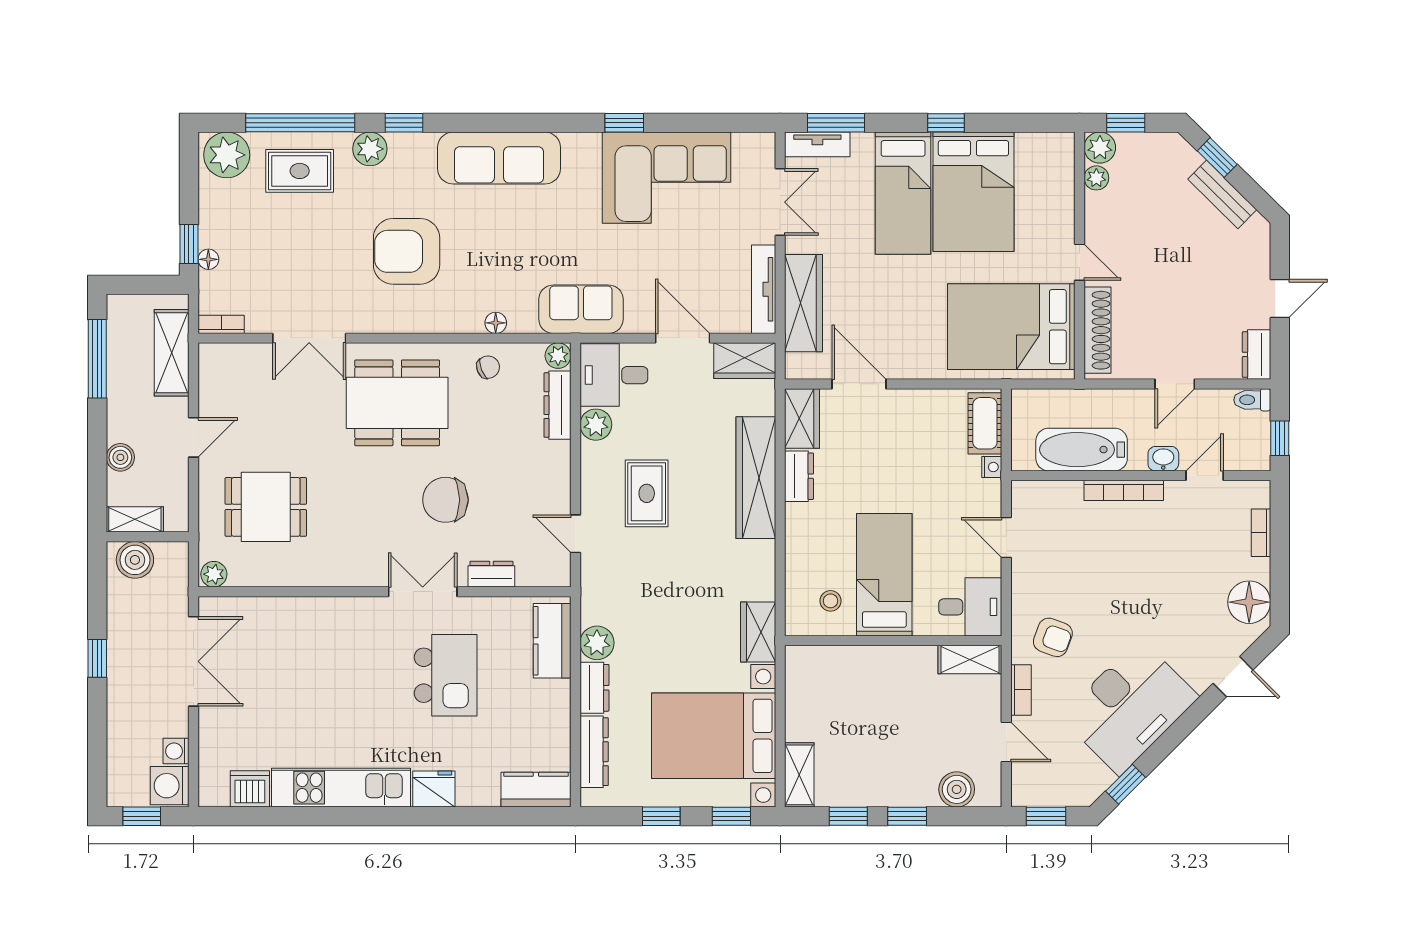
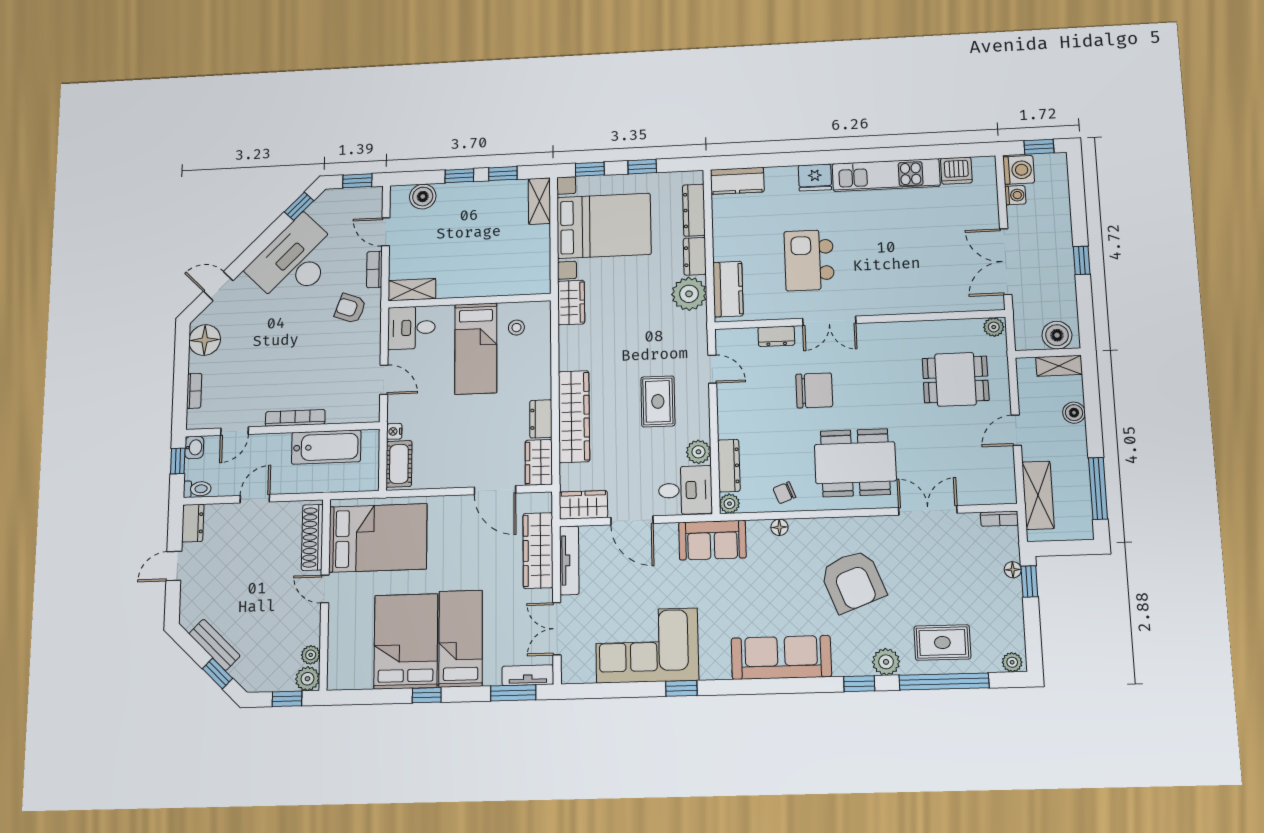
plant: (227, 155) -> (1012, 662), width x0.53, depth x0.53
armchair: (407, 251) -> (853, 581), turned 69
washbasin: (1163, 459) -> (194, 447), moved, turned -90
plant: (597, 643) -> (689, 294), width x1.36, depth x1.36

